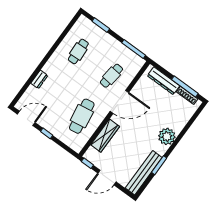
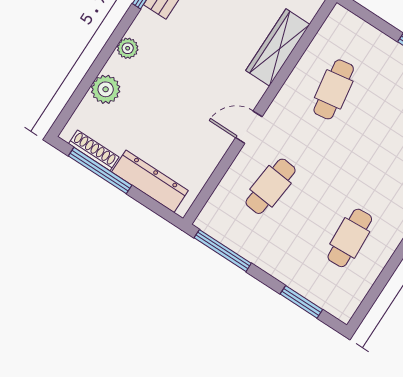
door: (119, 102) -> (249, 127), width x0.53
cafe table: (82, 116) -> (334, 89), width x0.73, depth x0.74
plant: (181, 122) -> (106, 89), added
plant: (167, 136) -> (128, 48), width x0.53, depth x0.53

